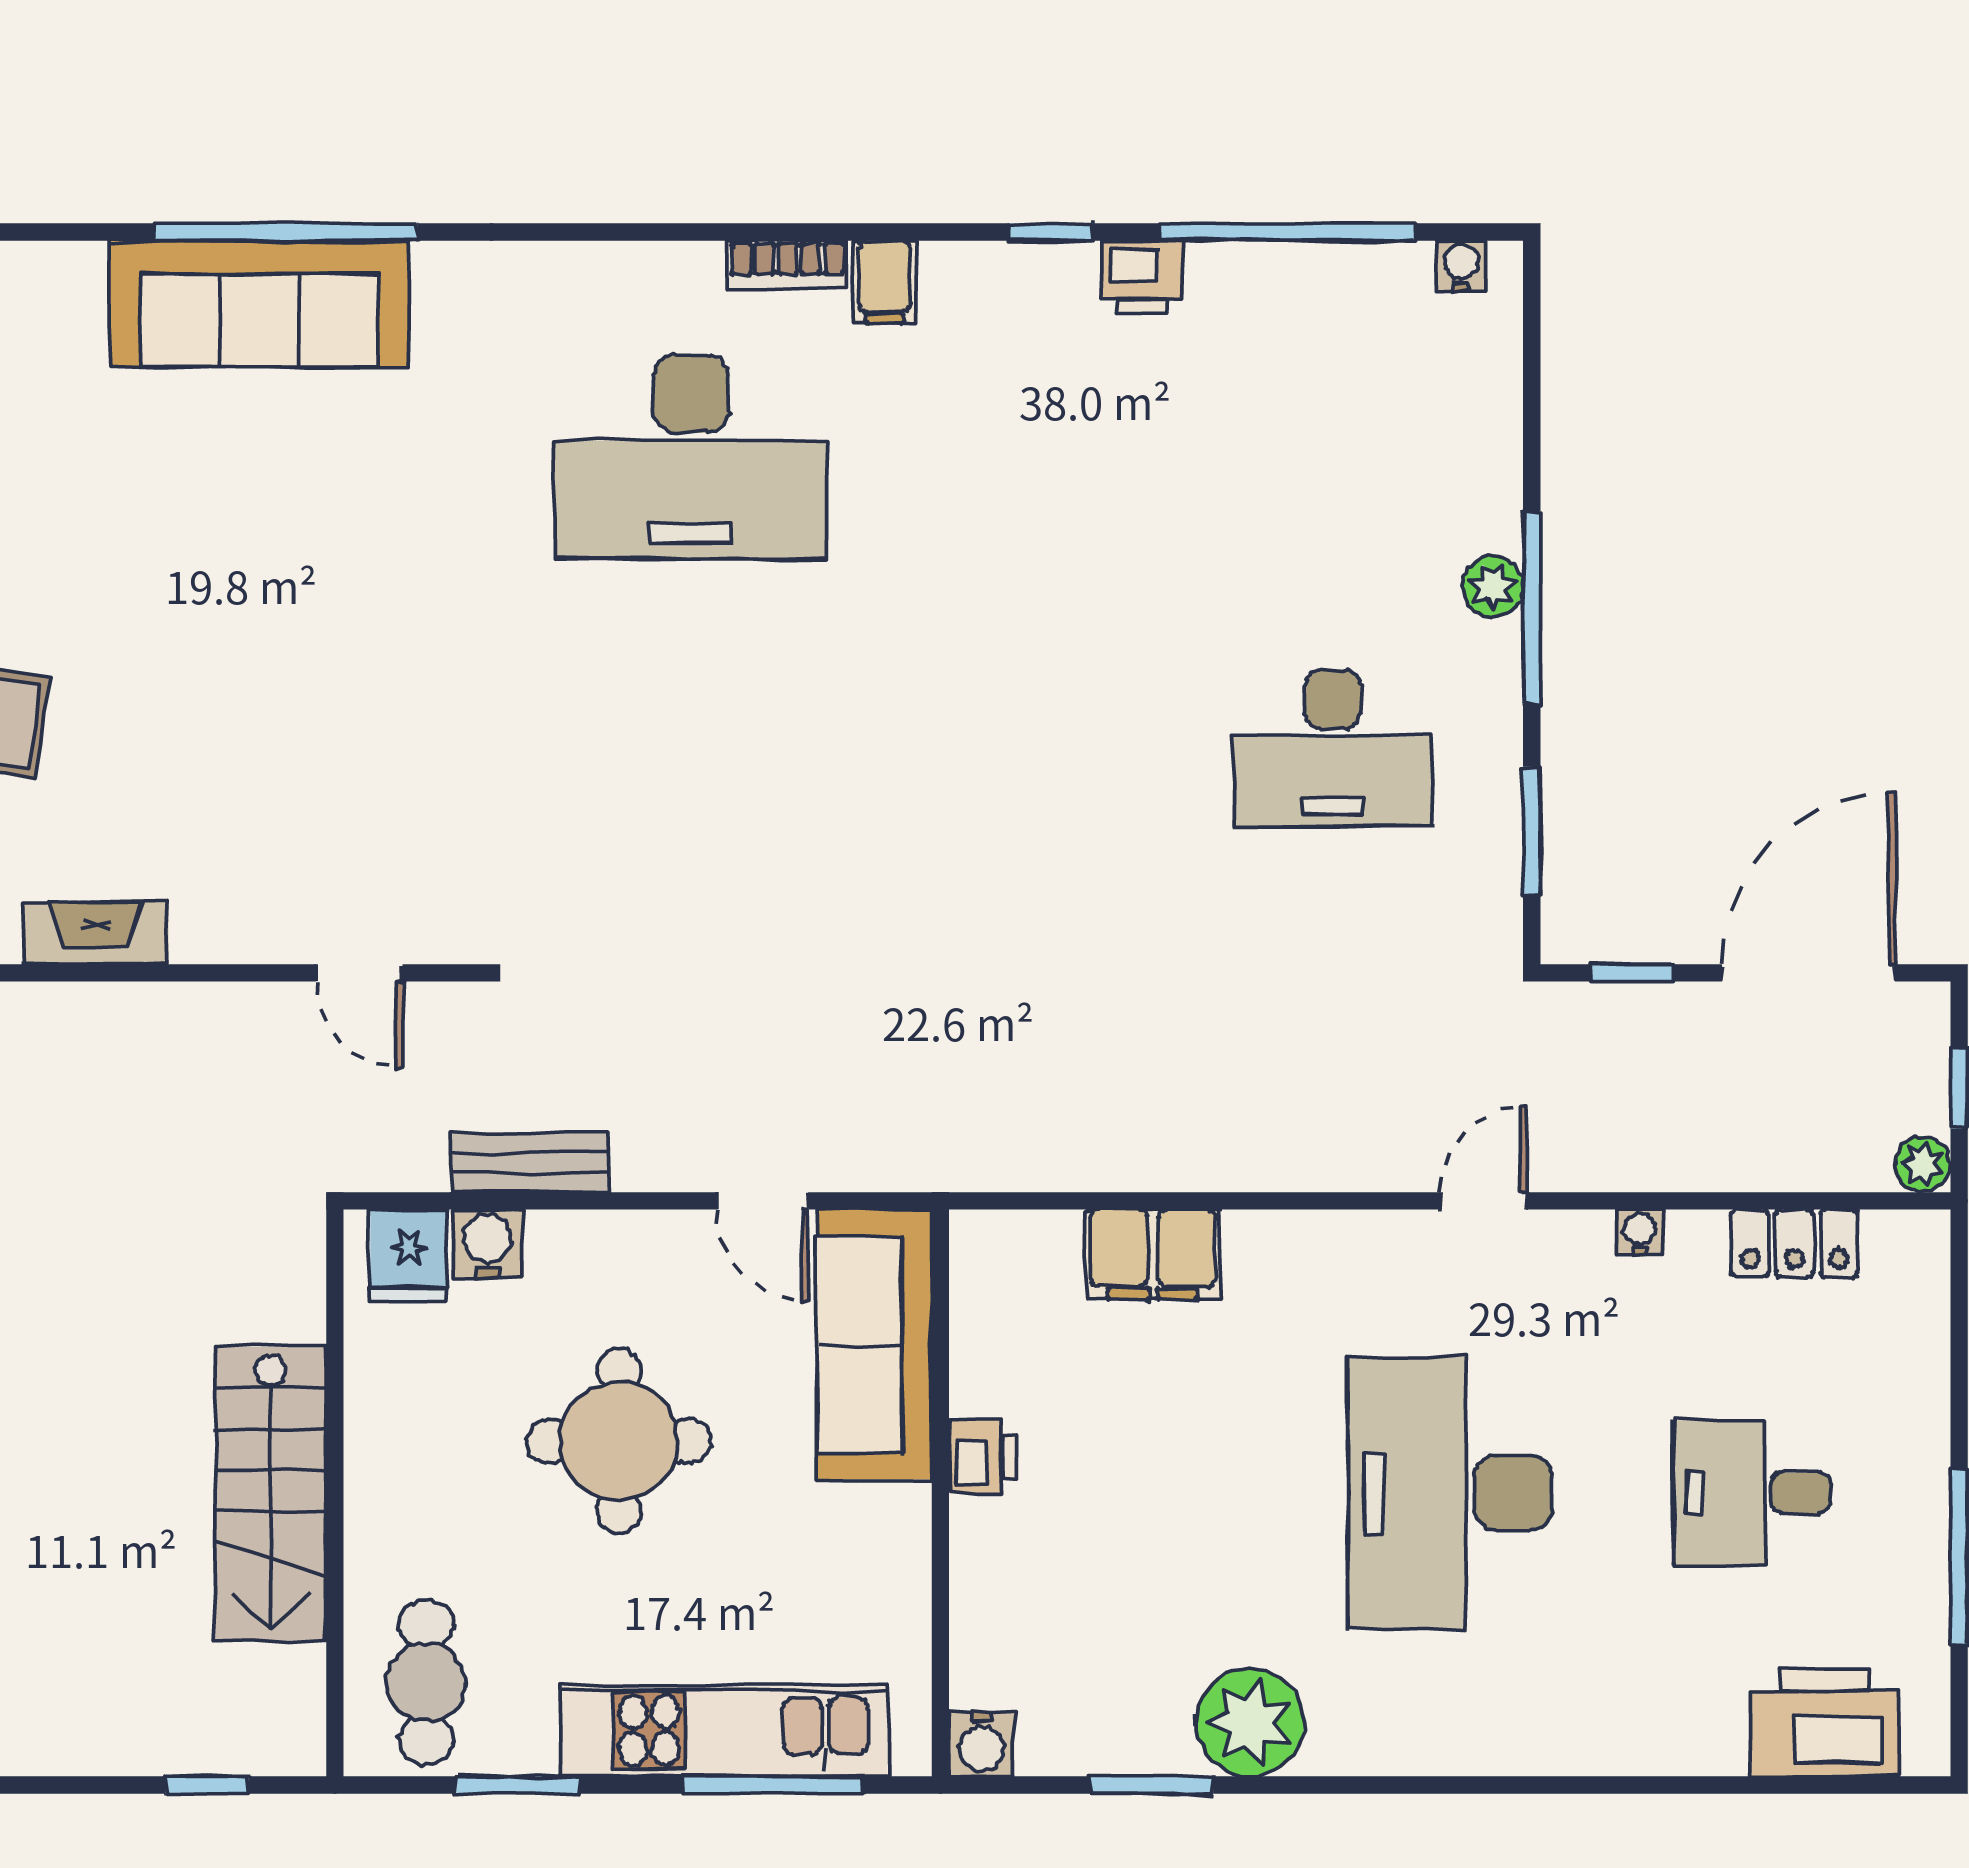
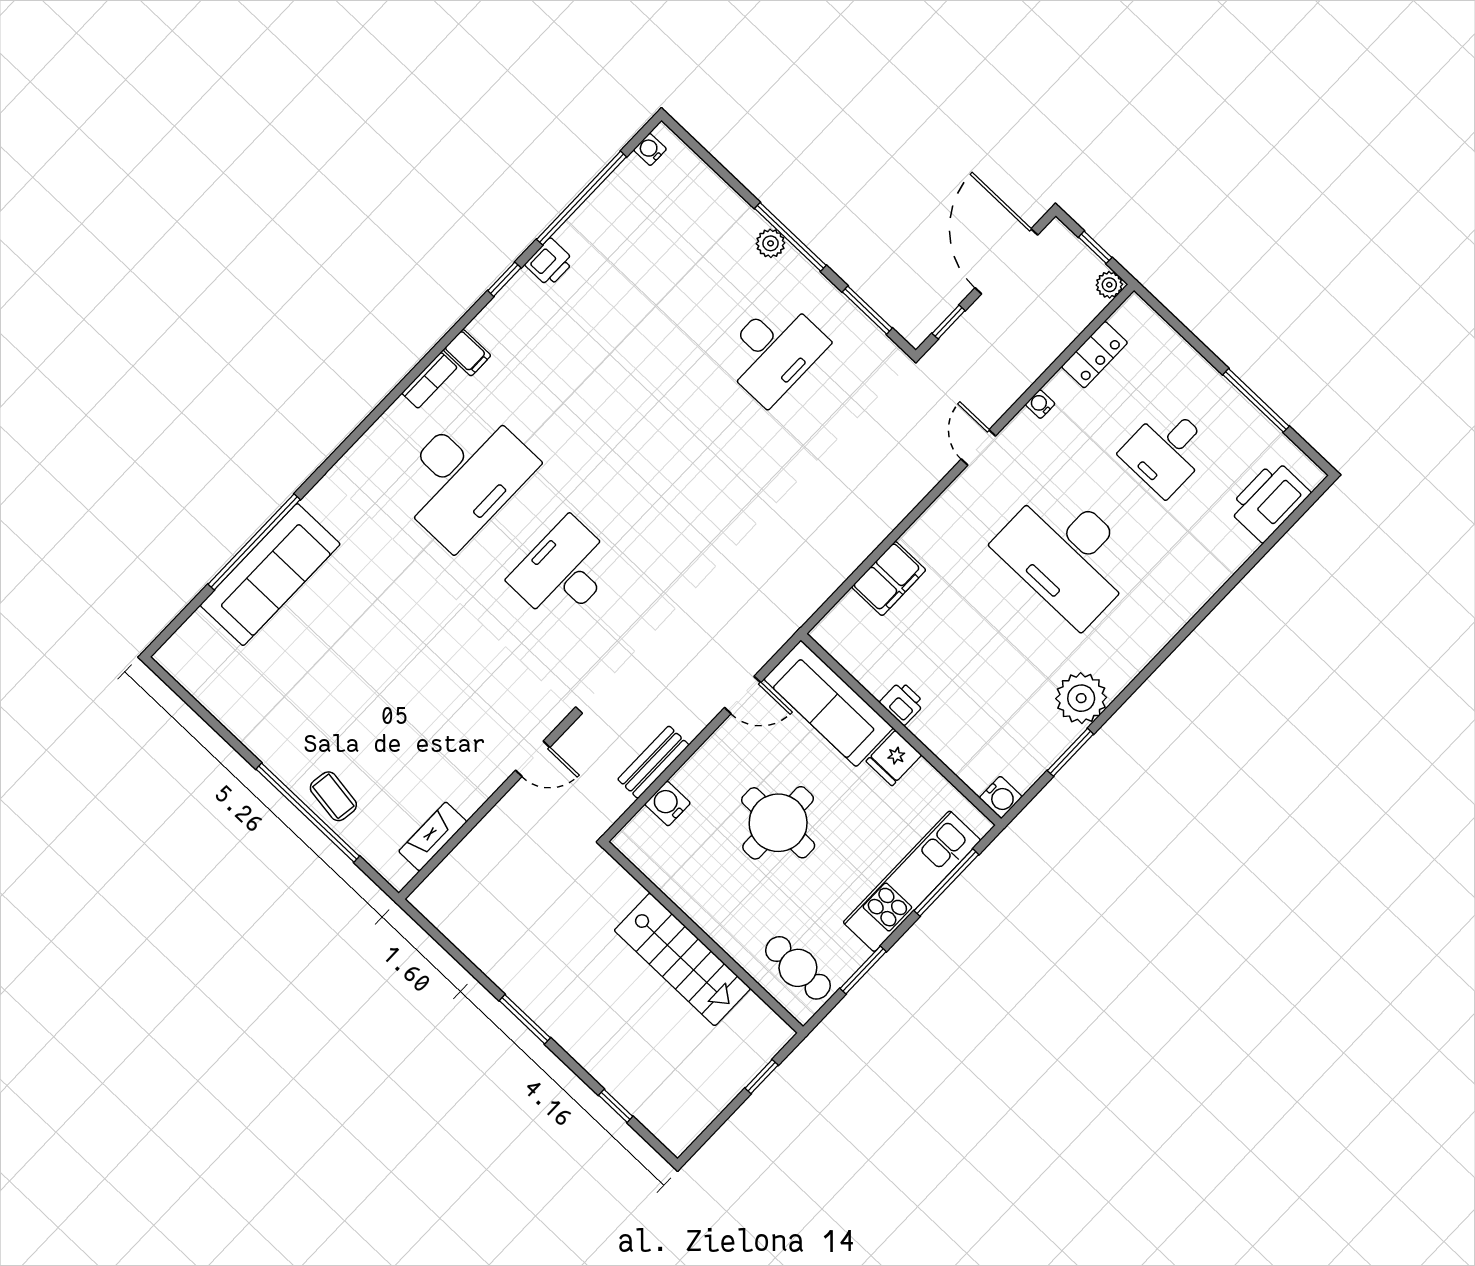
desk: (691, 748) -> (564, 572), added
fridge: (409, 1255) -> (894, 758), moved, turned 90

